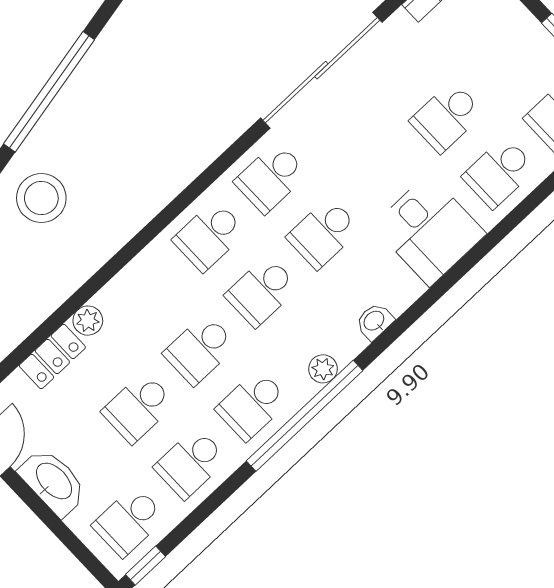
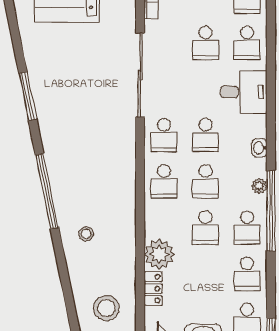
stool: (41, 198) -> (86, 234), width x0.53, depth x0.53
plant: (88, 321) -> (159, 254), width x1.87, depth x1.87
school desk: (138, 408) -> (205, 274), removed

